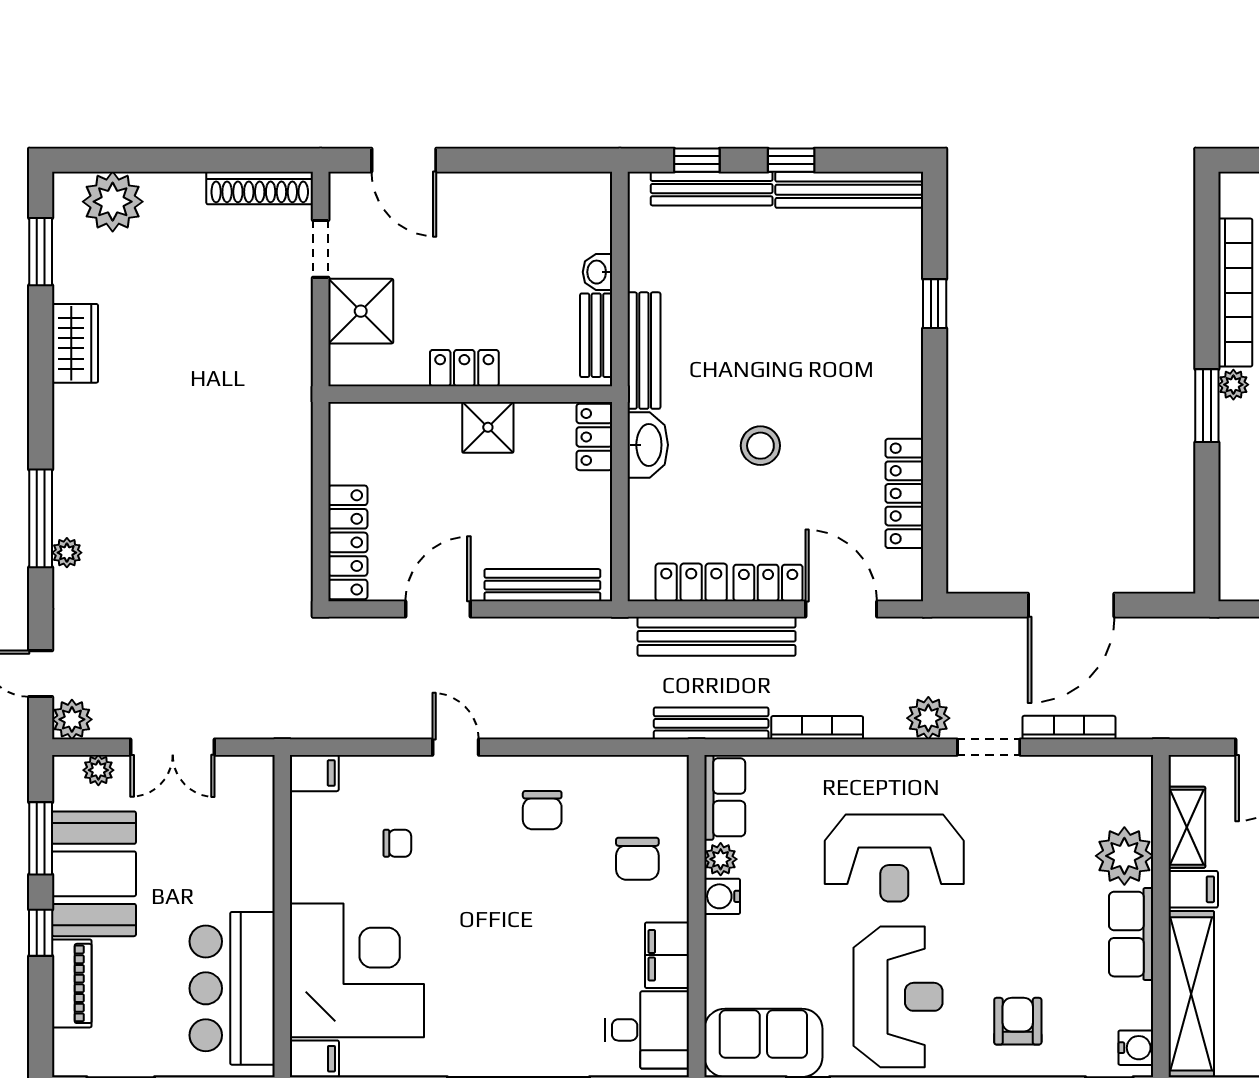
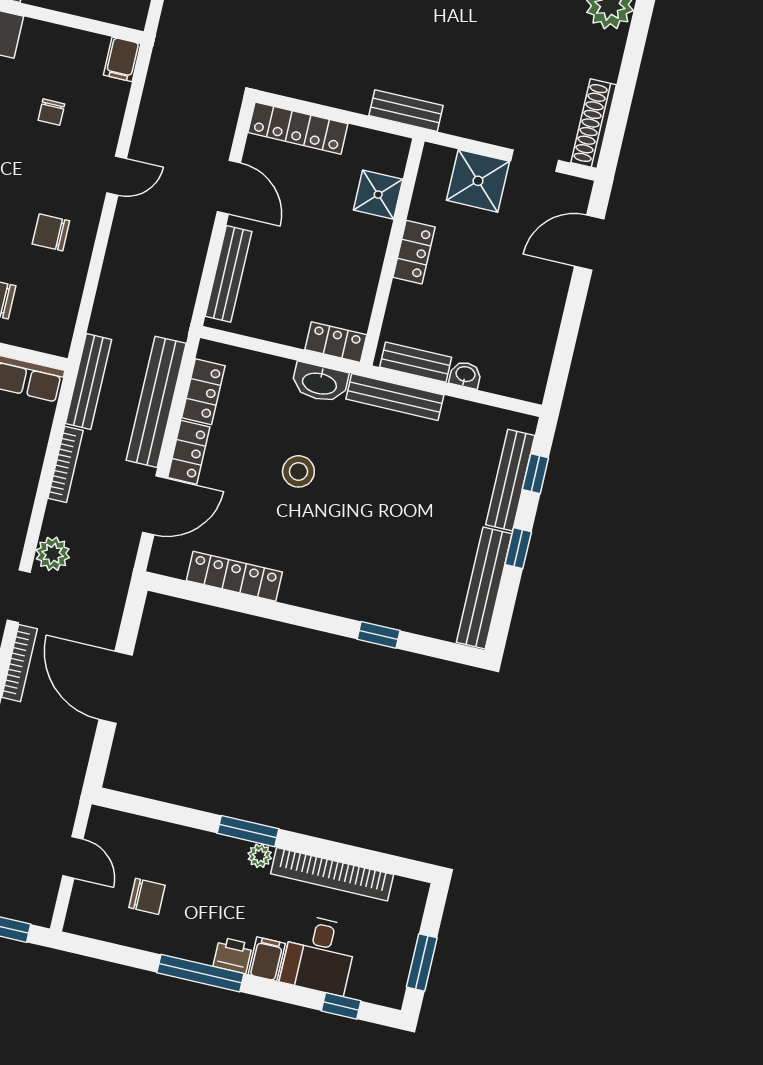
bench: (296, 417) -> (406, 111), added
shower: (488, 427) -> (378, 195), moved

